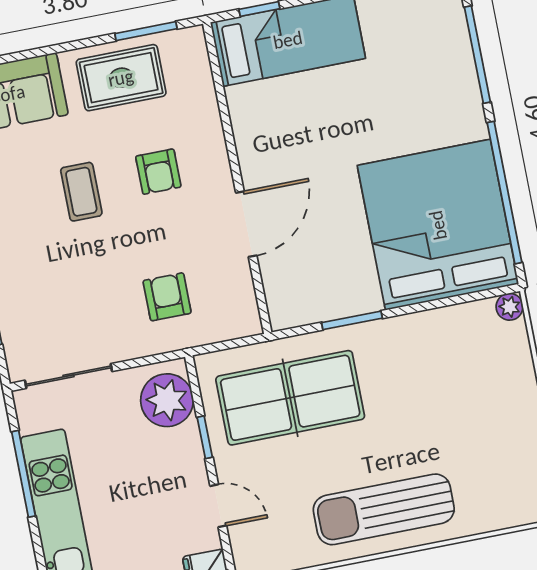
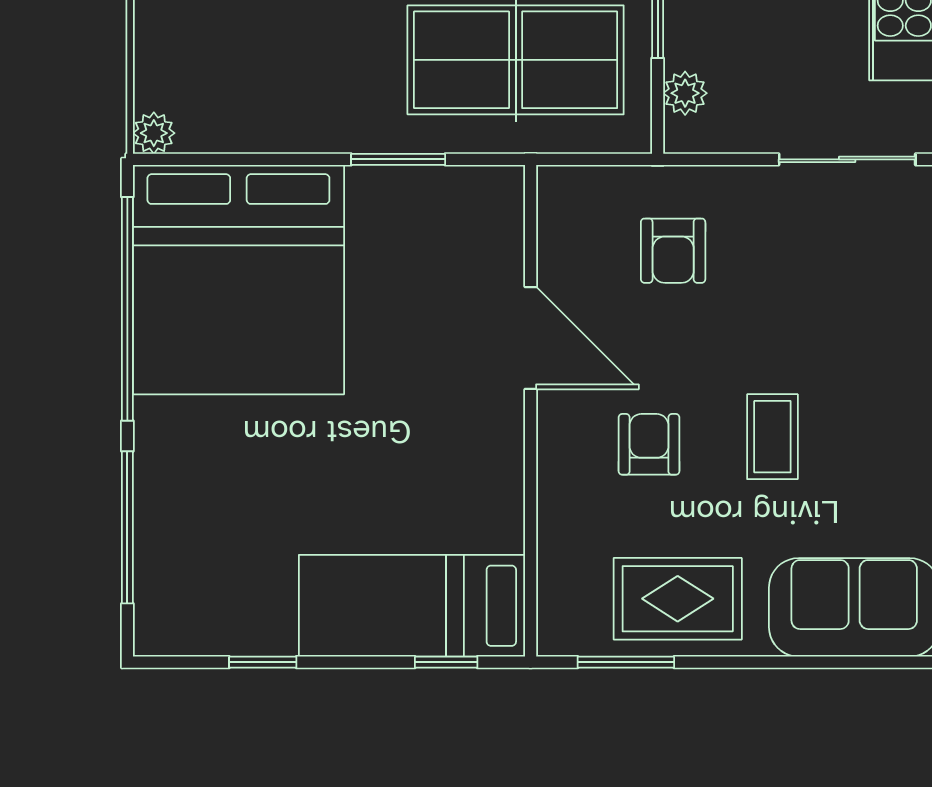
door: (246, 224) -> (531, 338), swing flipped
plant: (167, 400) -> (685, 93), width x0.53, depth x0.53

